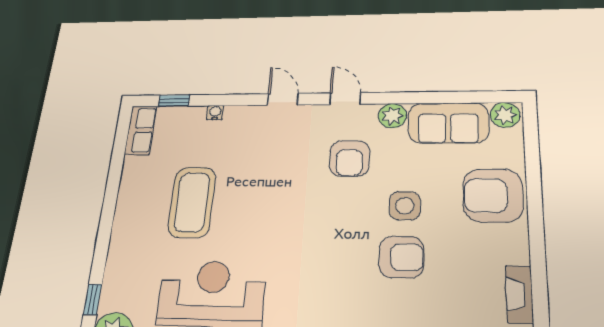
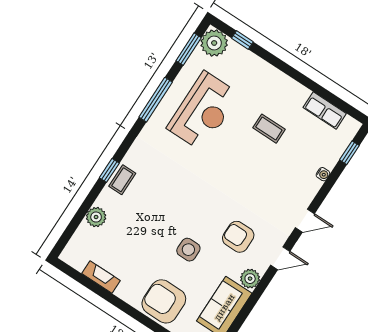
row of seats: (141, 130) -> (325, 111), moved
armchair: (493, 196) -> (164, 301), turned -90
coffee table: (192, 202) -> (269, 129), width x0.54, depth x0.58
armchair: (401, 257) -> (159, 229), removed

